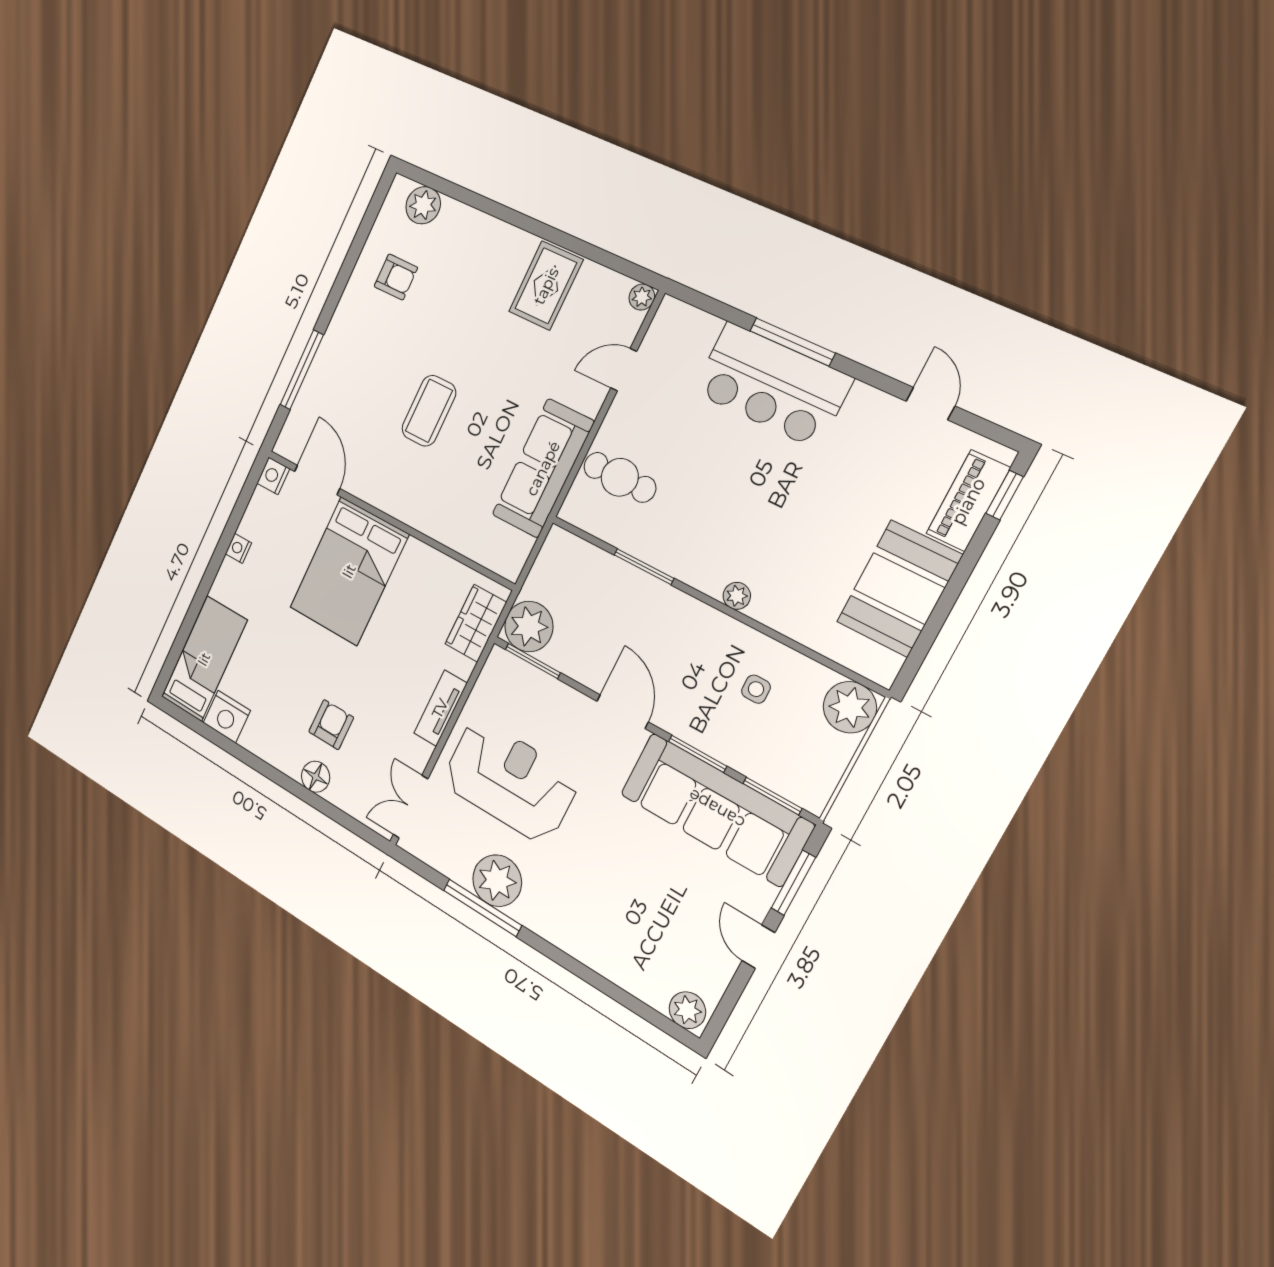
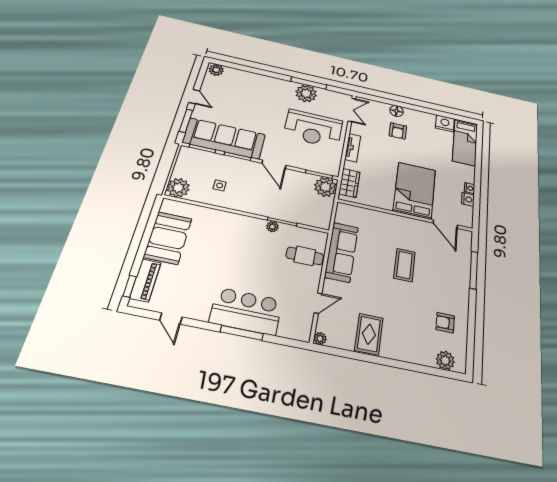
nightstand: (273, 476) -> (468, 199), moved
plant: (737, 596) -> (272, 227), moved

